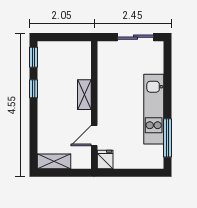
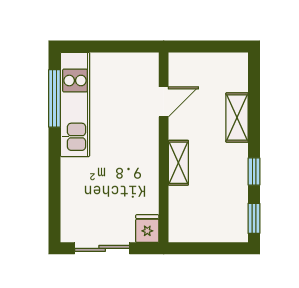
kitchen unit: (154, 109) -> (75, 104), moved
fridge: (105, 159) -> (147, 229), moved, turned 180
shelving: (54, 161) -> (237, 118), moved, turned 90

